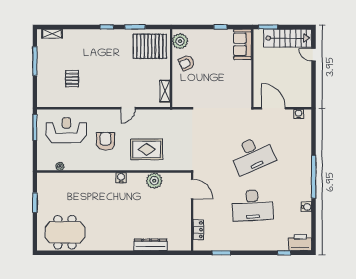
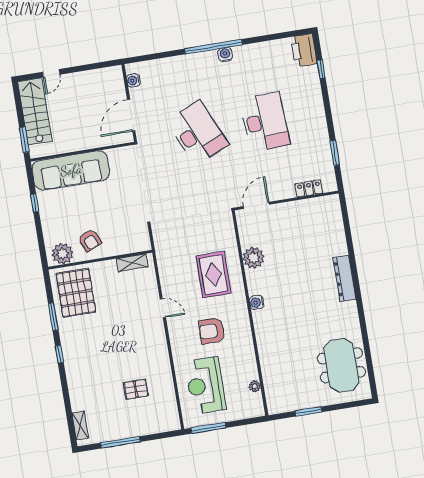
sofa: (242, 44) -> (71, 170), width x1.85, depth x1.27
water cooler: (306, 207) -> (225, 55), moved
dresser: (151, 245) -> (344, 278), moved

